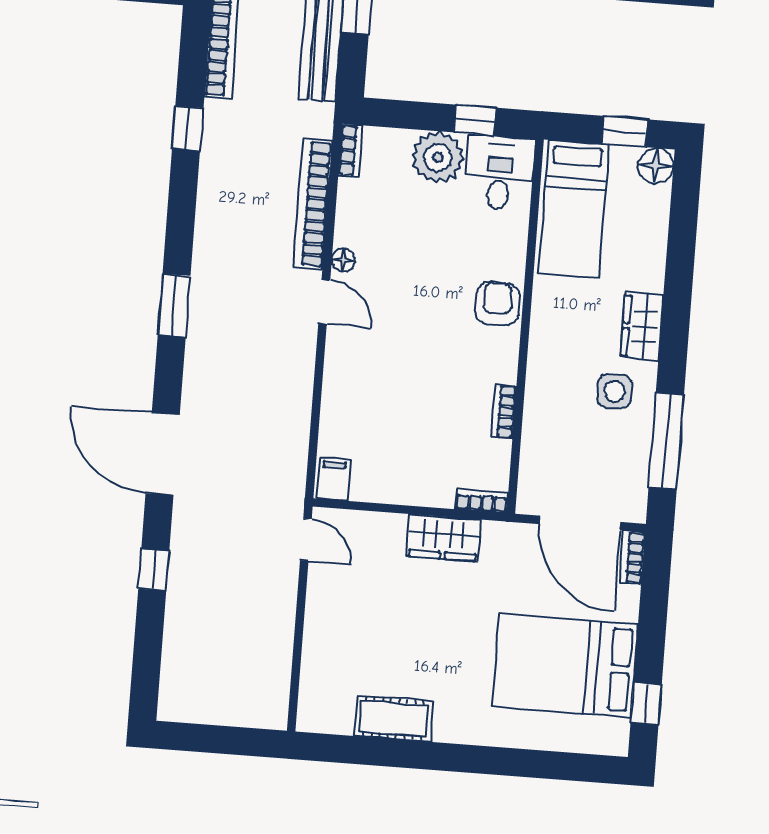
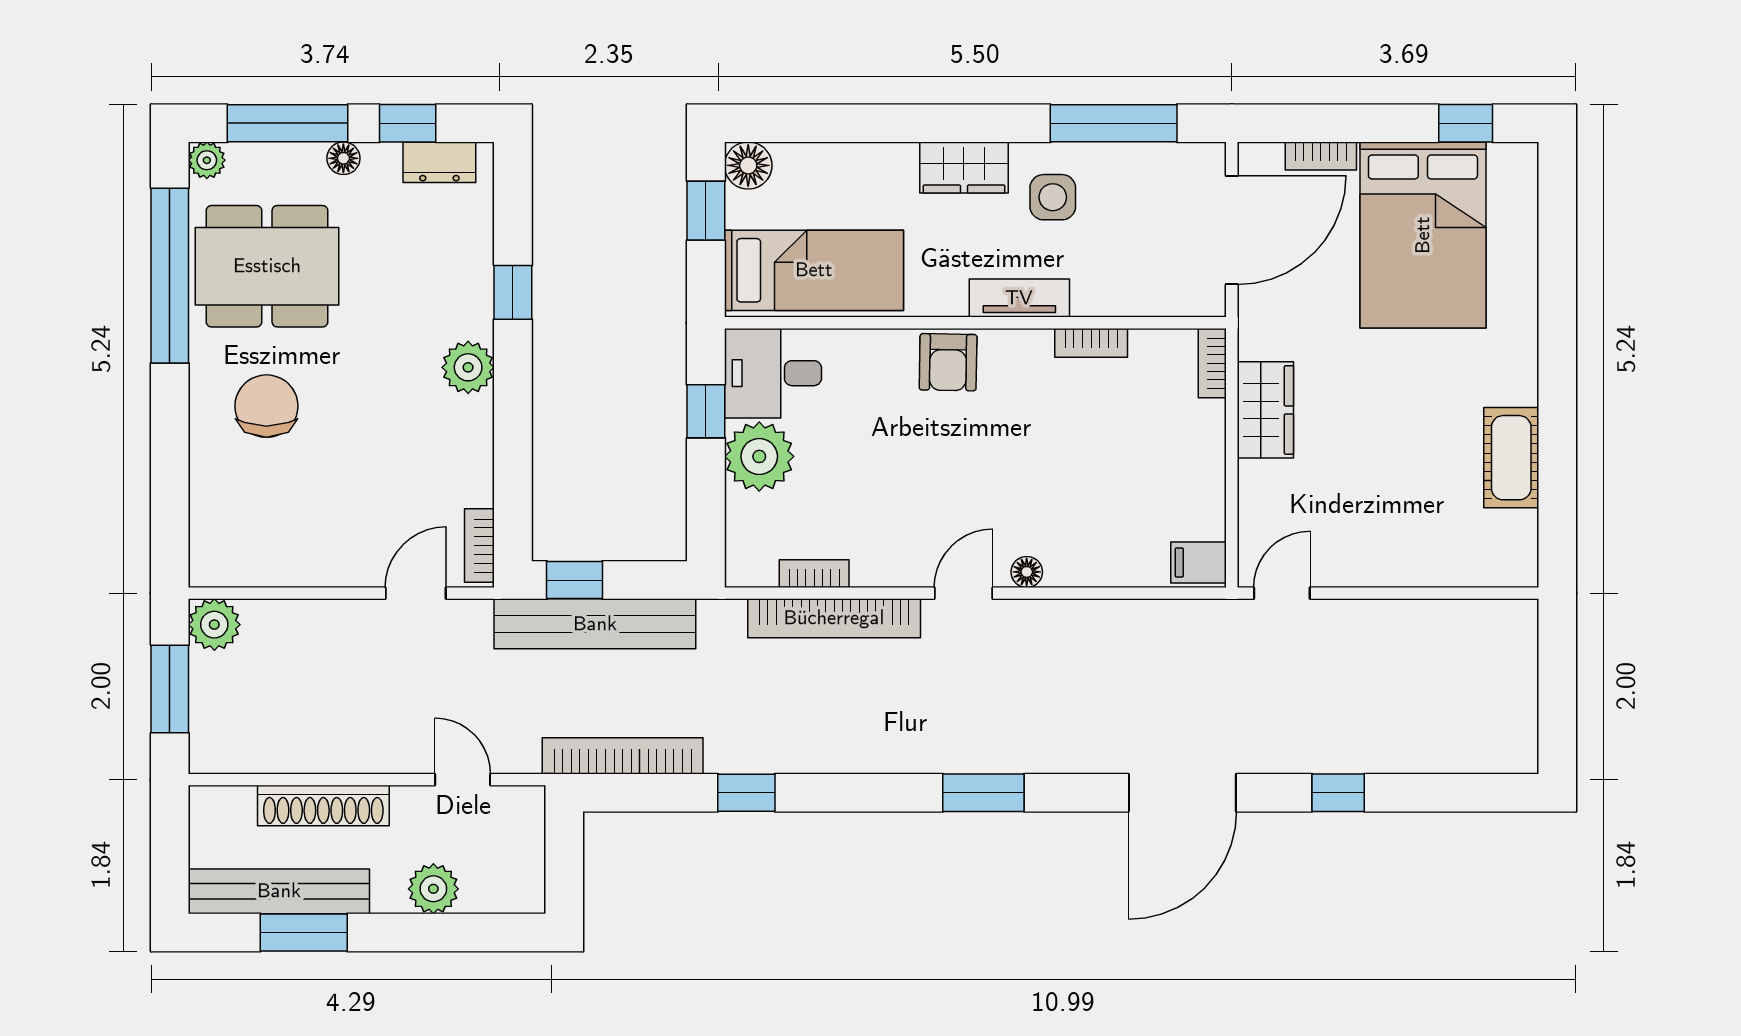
bookcase: (350, 151) -> (814, 574), moved
floor lamp: (343, 260) -> (1027, 572), moved
armchair: (497, 304) -> (948, 362), turned -89
tv unit: (541, 361) -> (1019, 298), added
bookcase: (633, 558) -> (1321, 156), moved

